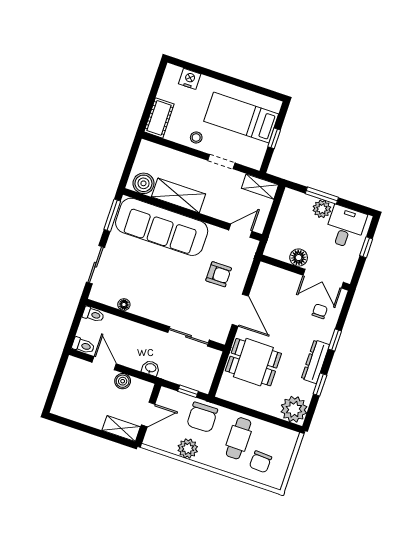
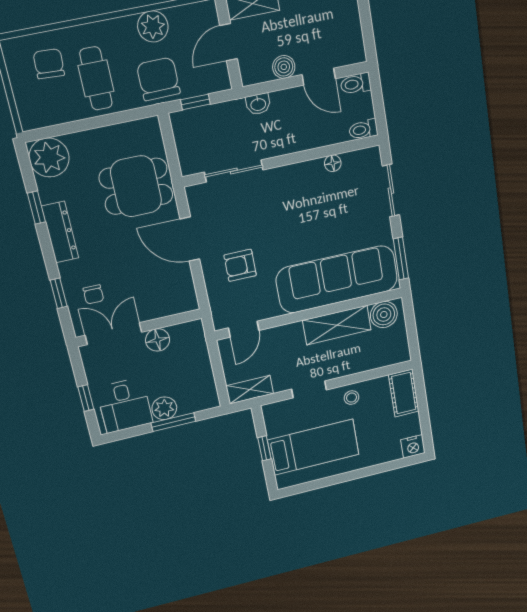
nightstand: (190, 79) -> (413, 446), moved
window: (335, 340) -> (59, 293), moved

